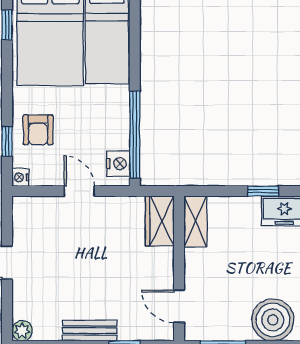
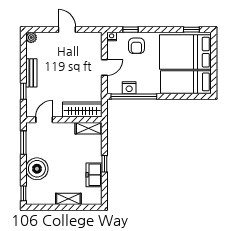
armchair: (38, 130) -> (136, 46), turned -90
nightstand: (118, 164) -> (129, 88), moved
wardrobe: (160, 221) -> (82, 110), width x1.50

